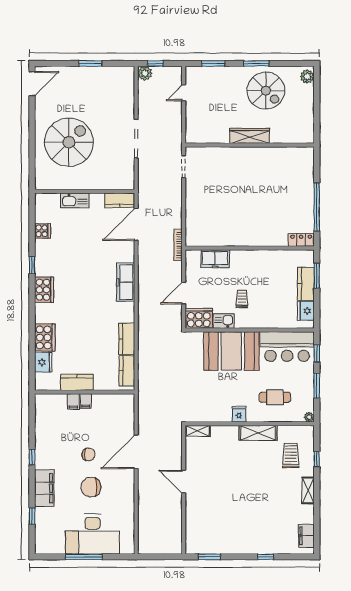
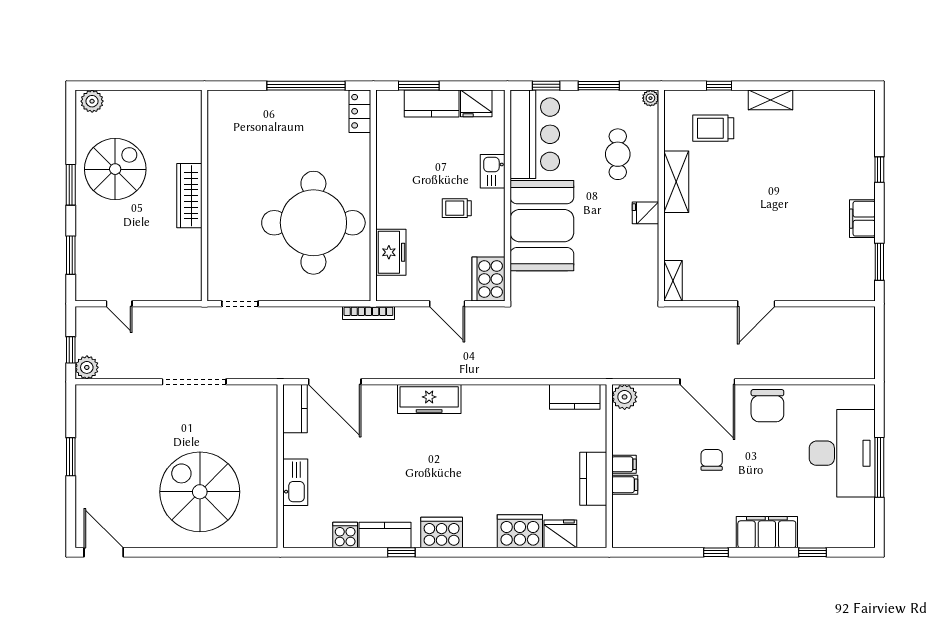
round table: (233, 212) -> (313, 223), added
kitchen sink: (224, 321) -> (493, 171), moved
kitchen counter: (127, 339) -> (385, 535), moved, turned 180
plant: (127, 401) -> (625, 397), added
chair: (91, 487) -> (767, 406), moved
filing cabinet: (306, 536) -> (862, 219), moved, turned 90

